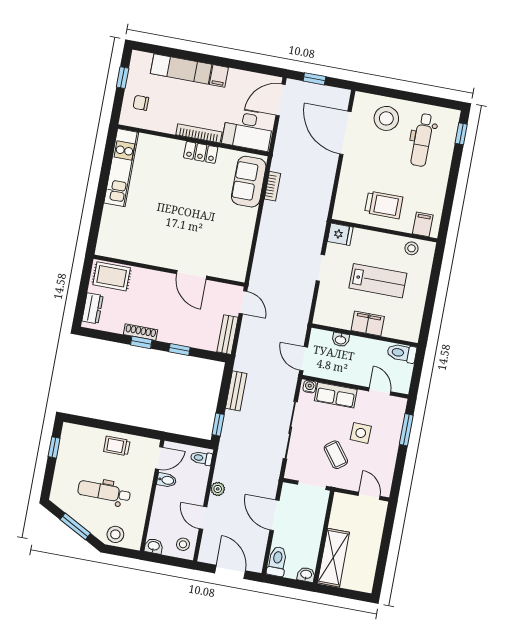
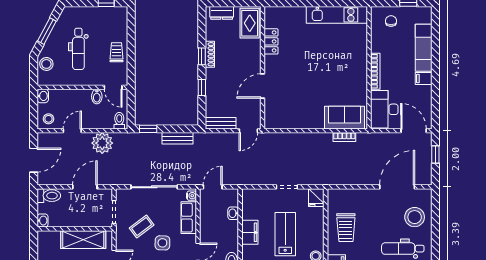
locker: (201, 152) -> (271, 41), moved, turned 180
lab bench: (378, 281) -> (285, 234), turned 180
plant: (218, 489) -> (102, 143), width x1.87, depth x1.87
dental chair: (104, 492) -> (78, 49), turned 180
shelving: (333, 558) -> (83, 240), moved

